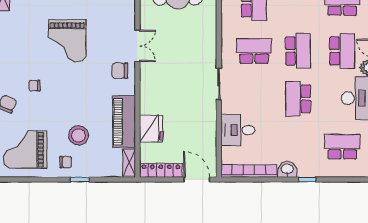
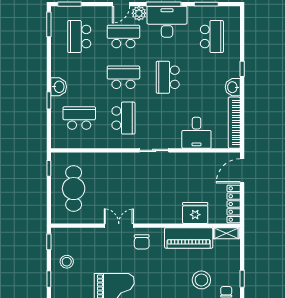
school desk: (254, 51) -> (123, 118), turned 180
school desk: (298, 99) -> (168, 77), turned 90
school desk: (342, 147) -> (212, 37), turned 180

